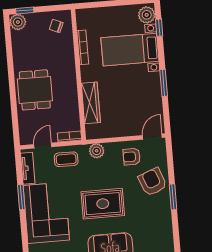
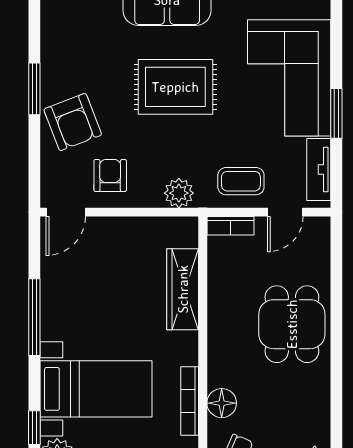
floor lamp: (67, 48) -> (222, 403), added
window: (164, 83) -> (34, 317), width x1.44
armchair: (132, 157) -> (110, 176), turned -90

